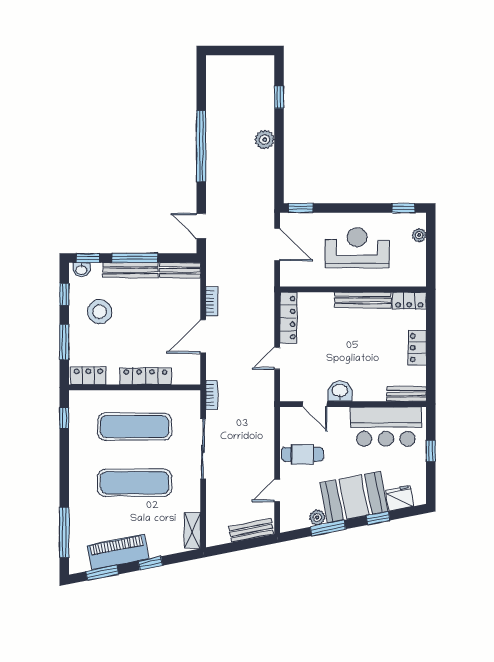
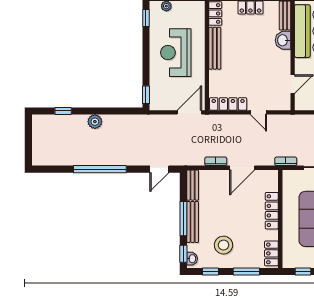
door: (277, 245) -> (189, 112), moved
door: (203, 336) -> (242, 168), hinge flipped
washbasin: (340, 391) -> (283, 40), moved

